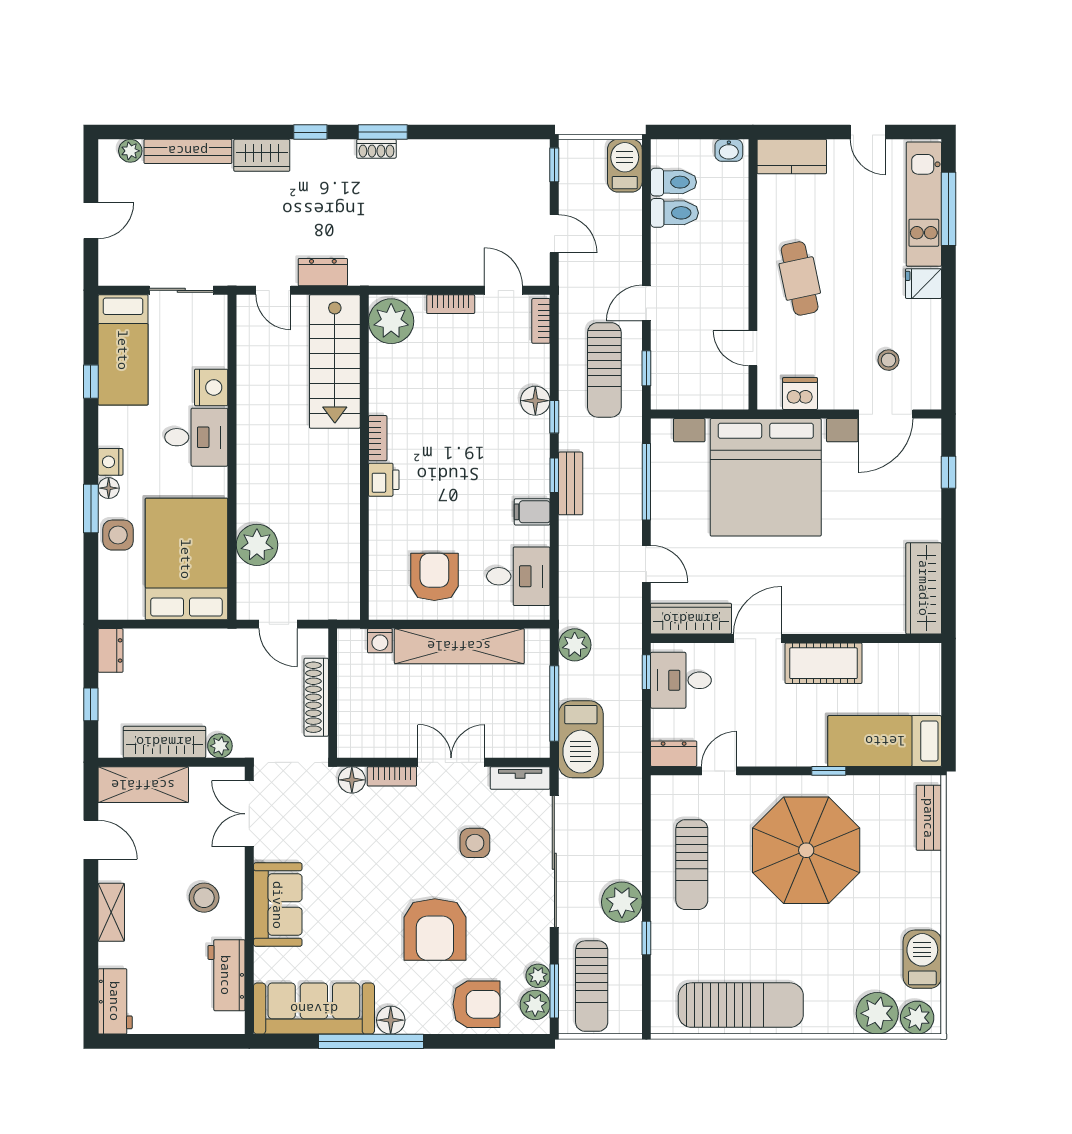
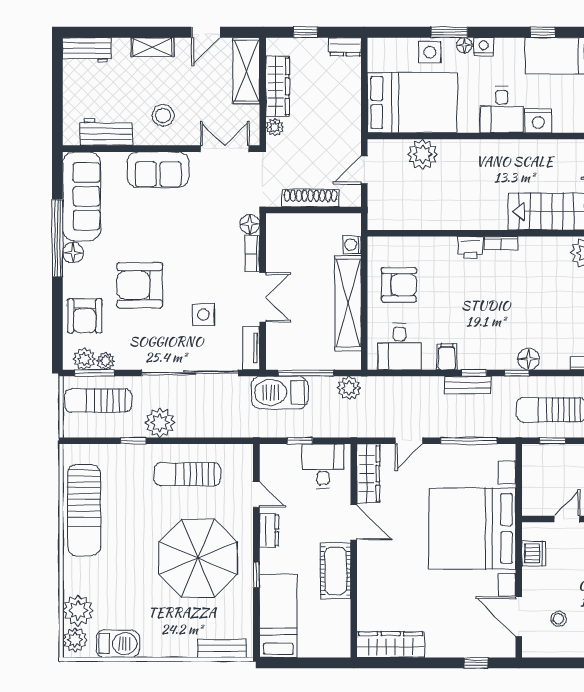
window: (646, 672) -> (300, 441), moved
dresser: (674, 754) -> (269, 531), moved

